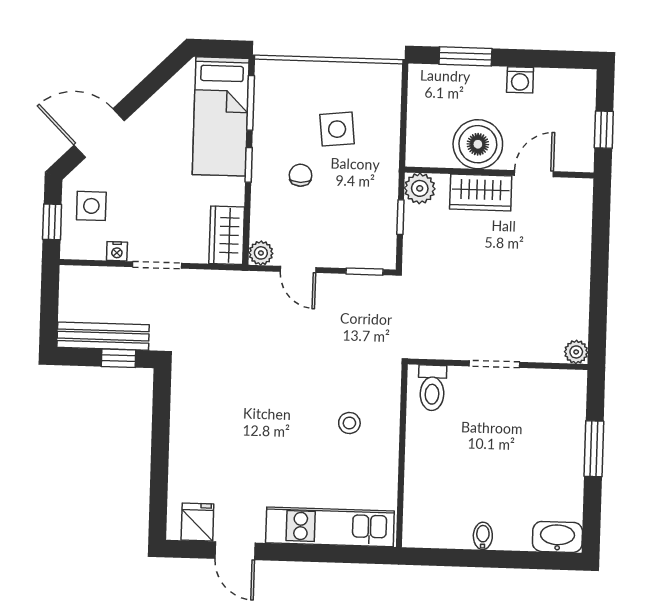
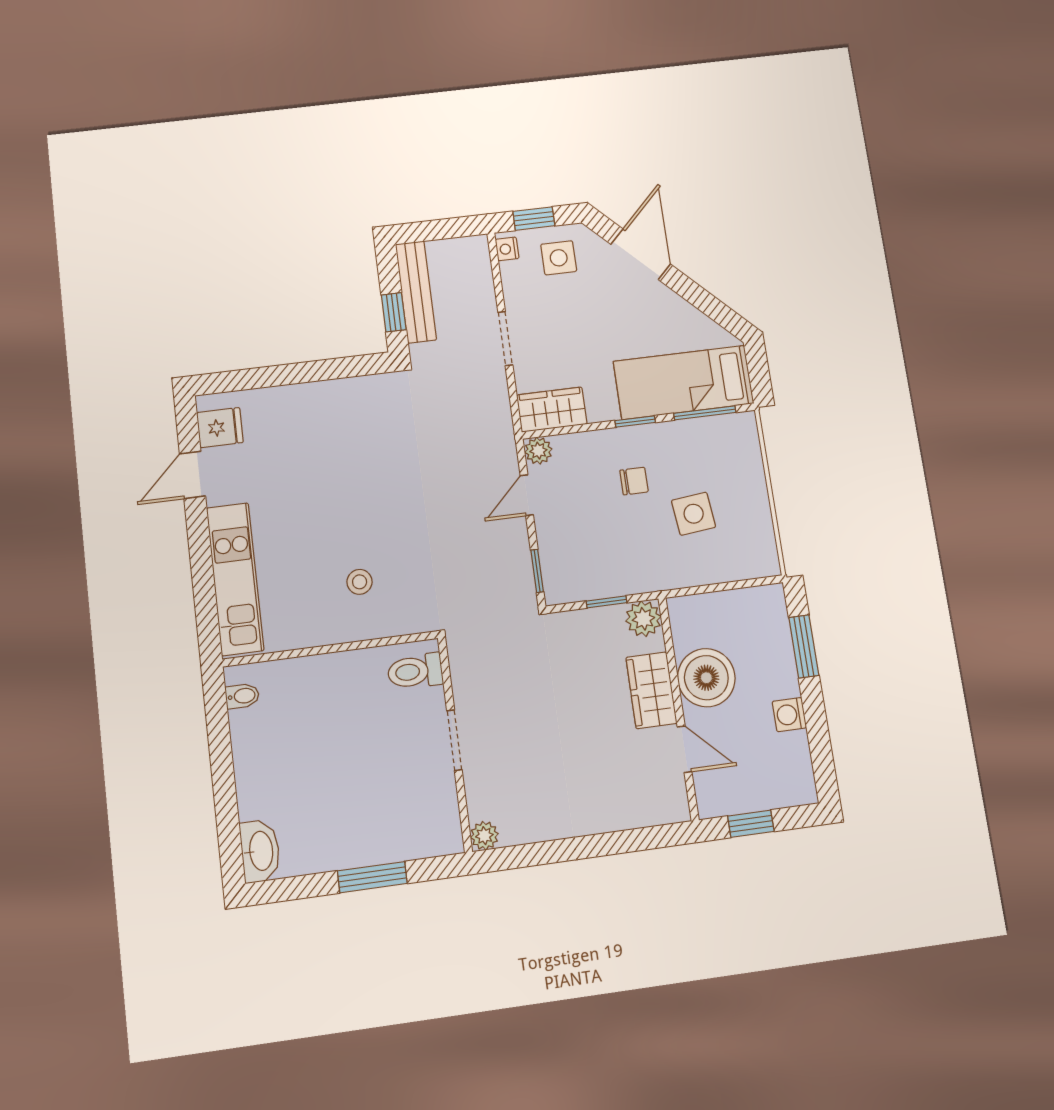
nightstand: (117, 251) -> (507, 249), moved
bidet: (483, 536) -> (242, 696), moved

